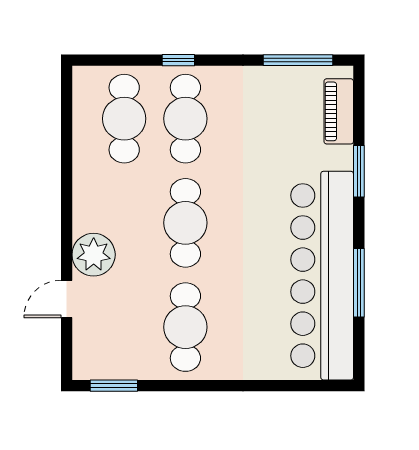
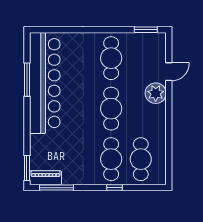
piano: (339, 111) -> (46, 178), moved, turned -90
window: (359, 171) -> (27, 168), moved

